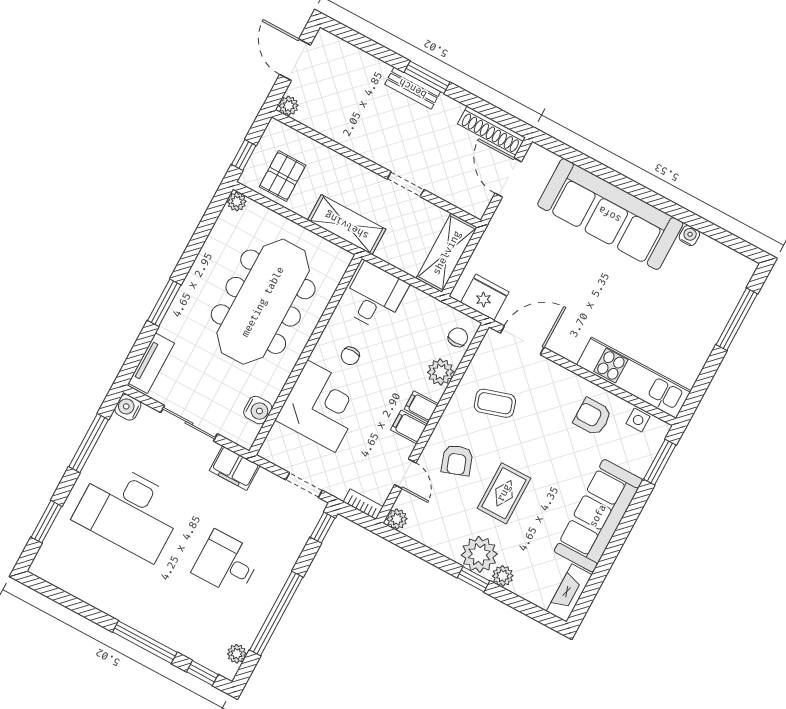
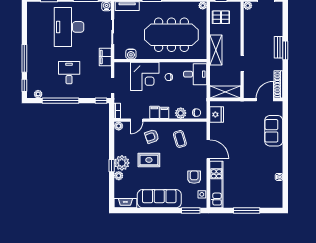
sofa: (610, 214) -> (274, 131), width x0.54, depth x0.79
window: (737, 319) -> (247, 211), moved
door: (522, 340) -> (208, 149), moved

